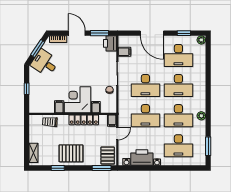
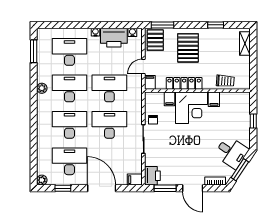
filing cabinet: (125, 52) -> (135, 180), moved
pallet: (71, 153) -> (188, 48), moved, turned 90

